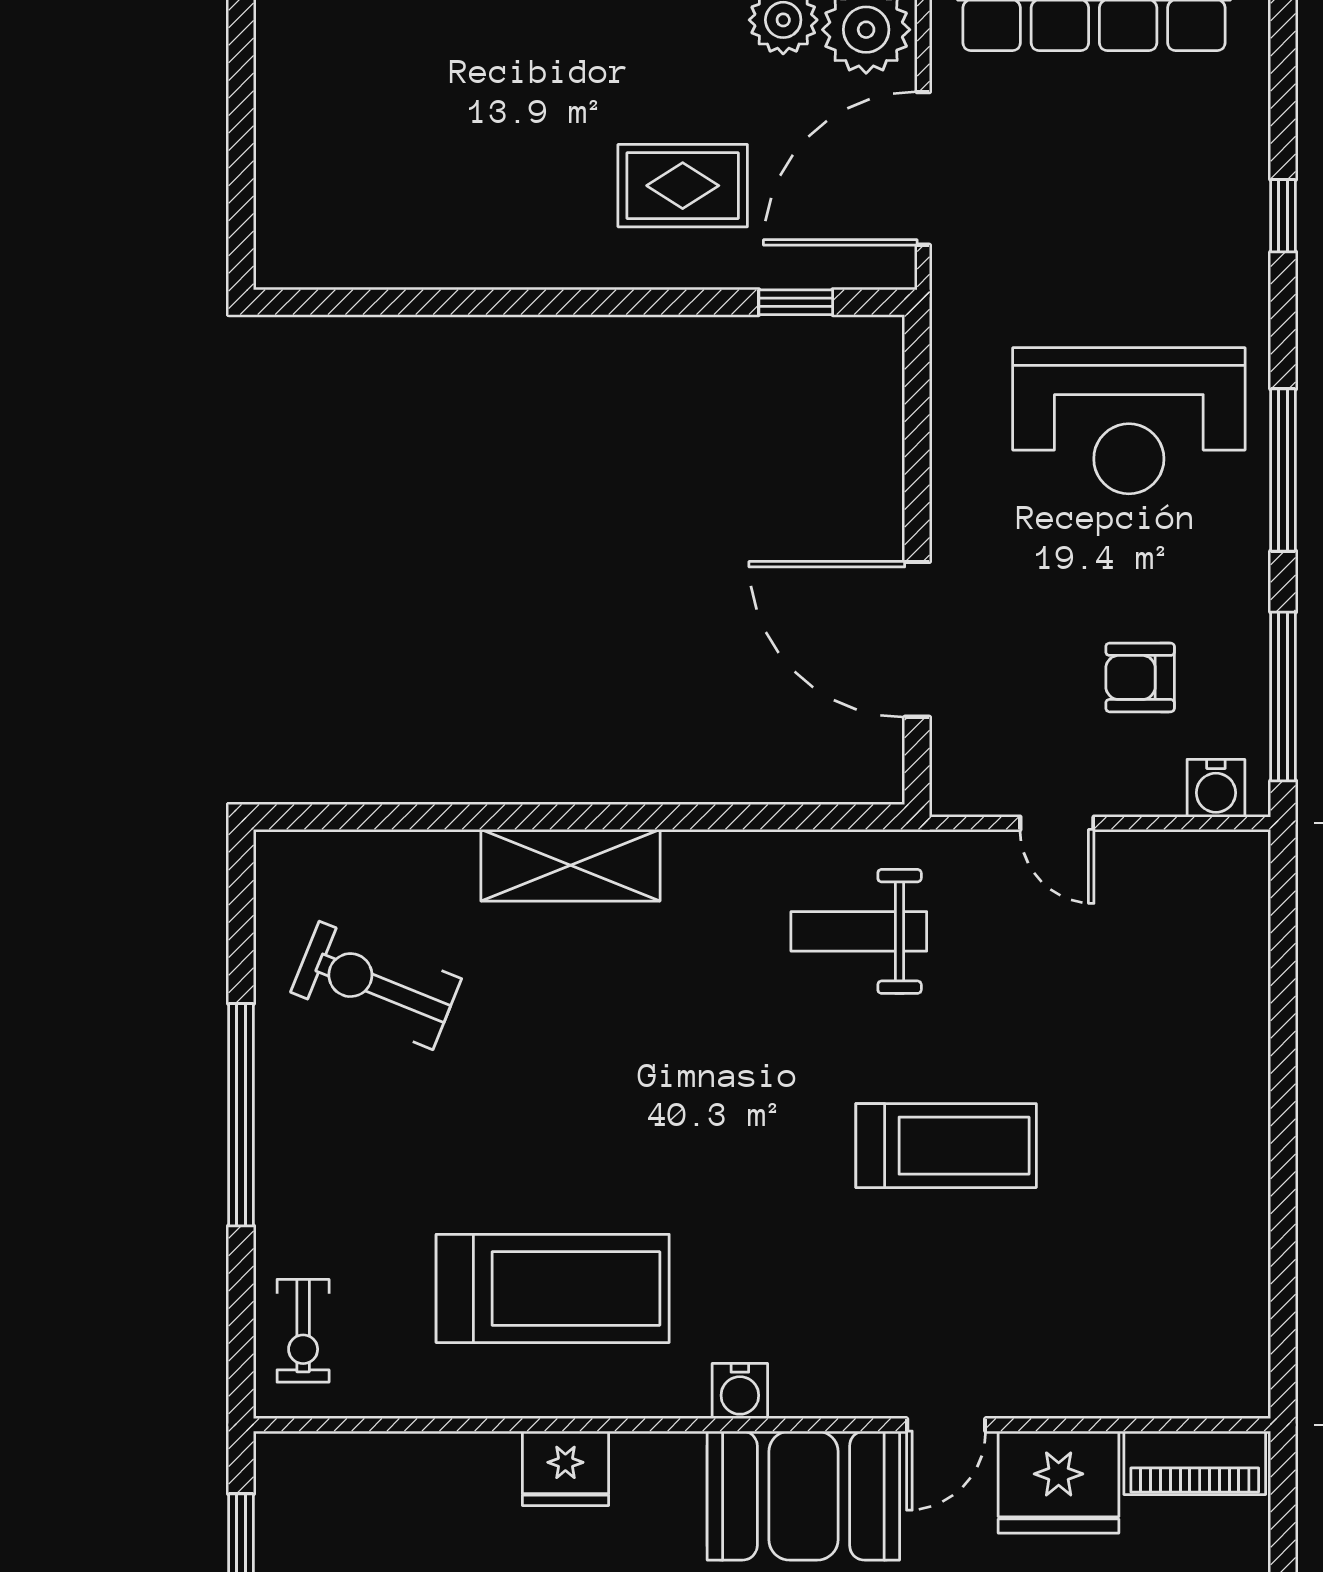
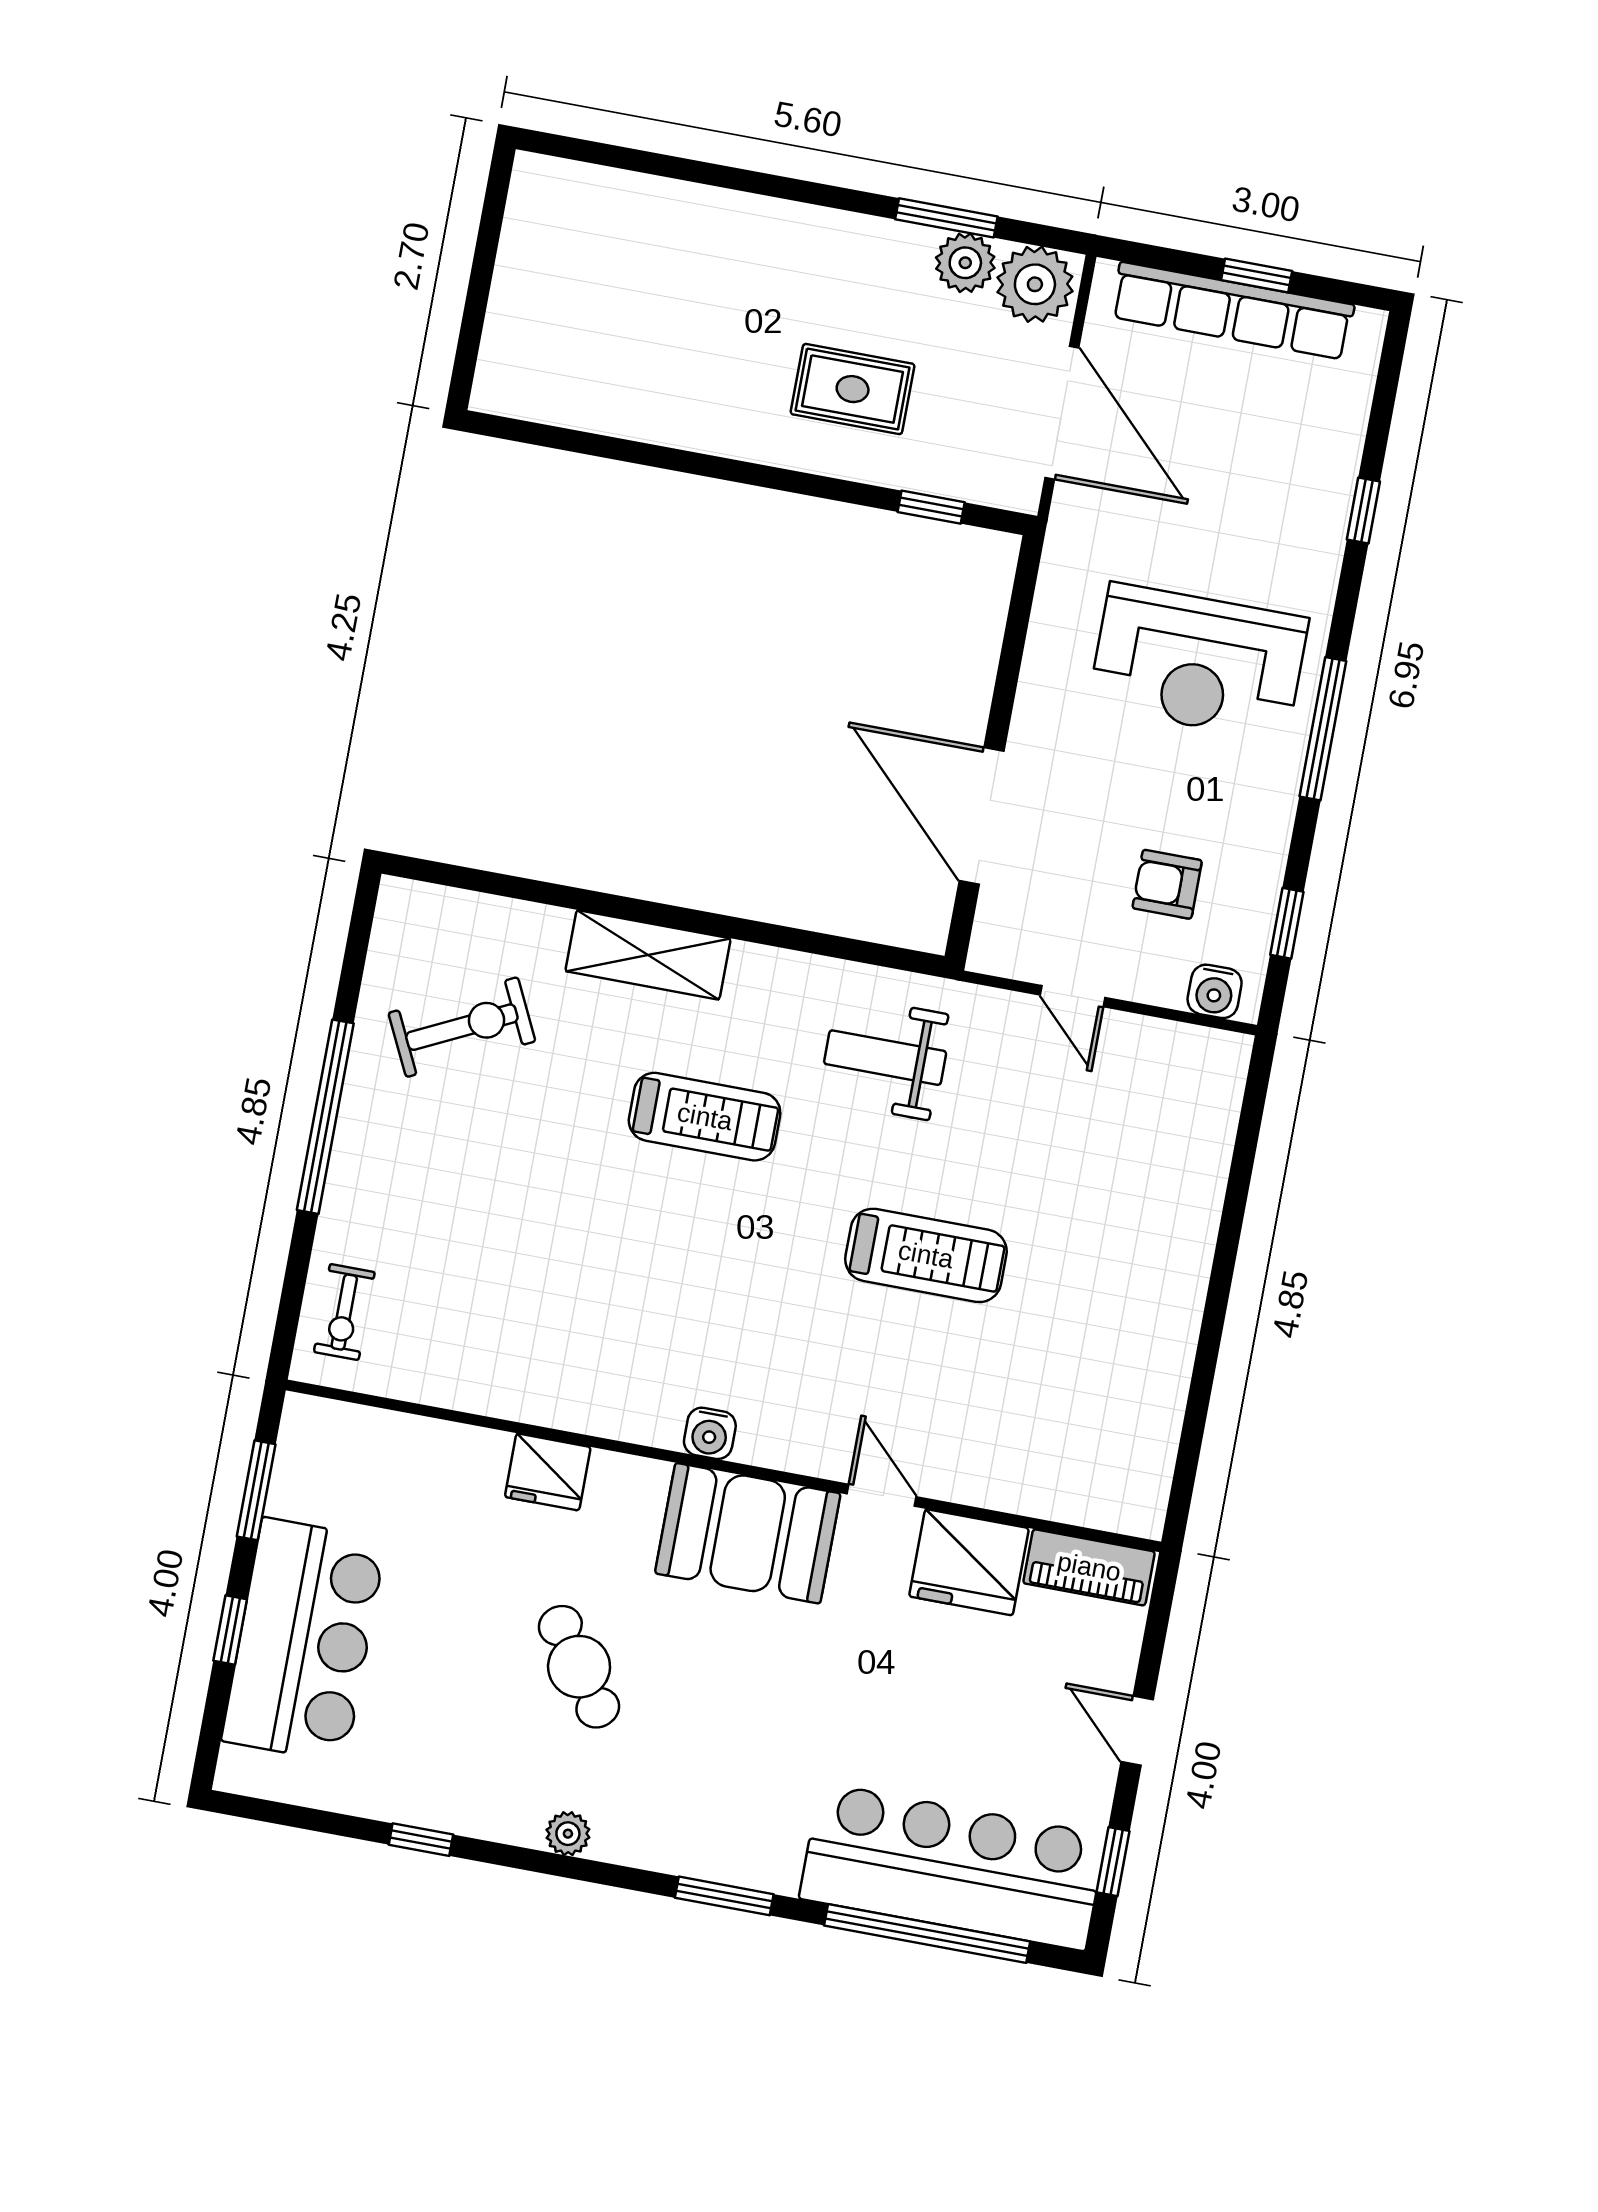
door: (923, 168) -> (1062, 413), swing flipped
window: (1283, 696) -> (1287, 923), width x0.46
exercise bike: (376, 985) -> (462, 1027), turned 132
treadmill: (553, 1288) -> (705, 1117), moved, width x0.73, depth x0.73
door: (946, 1425) -> (882, 1495), swing flipped

